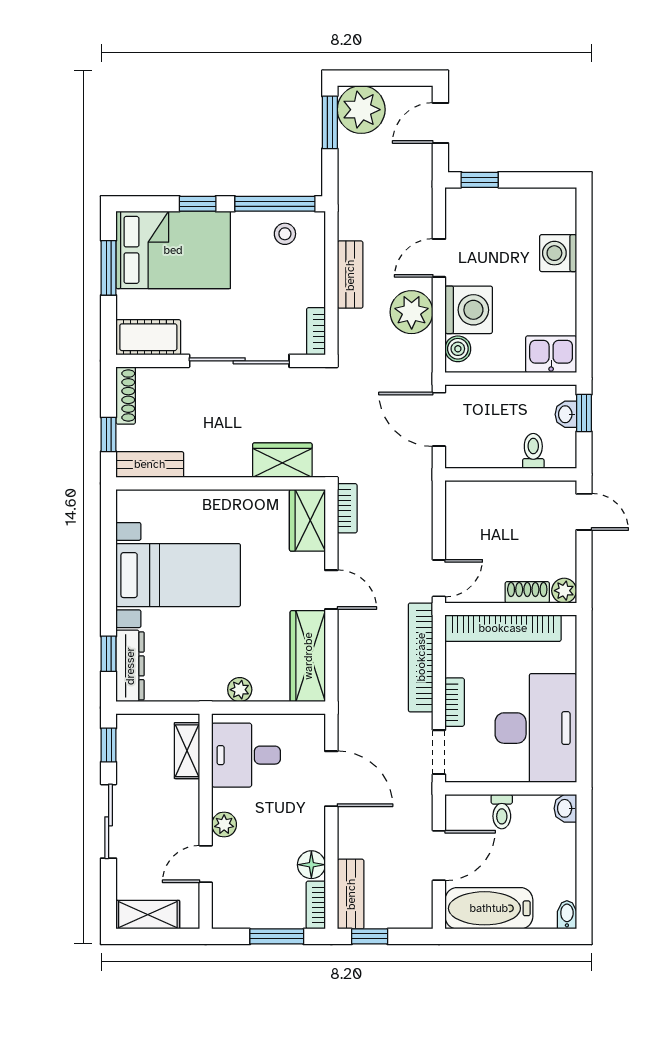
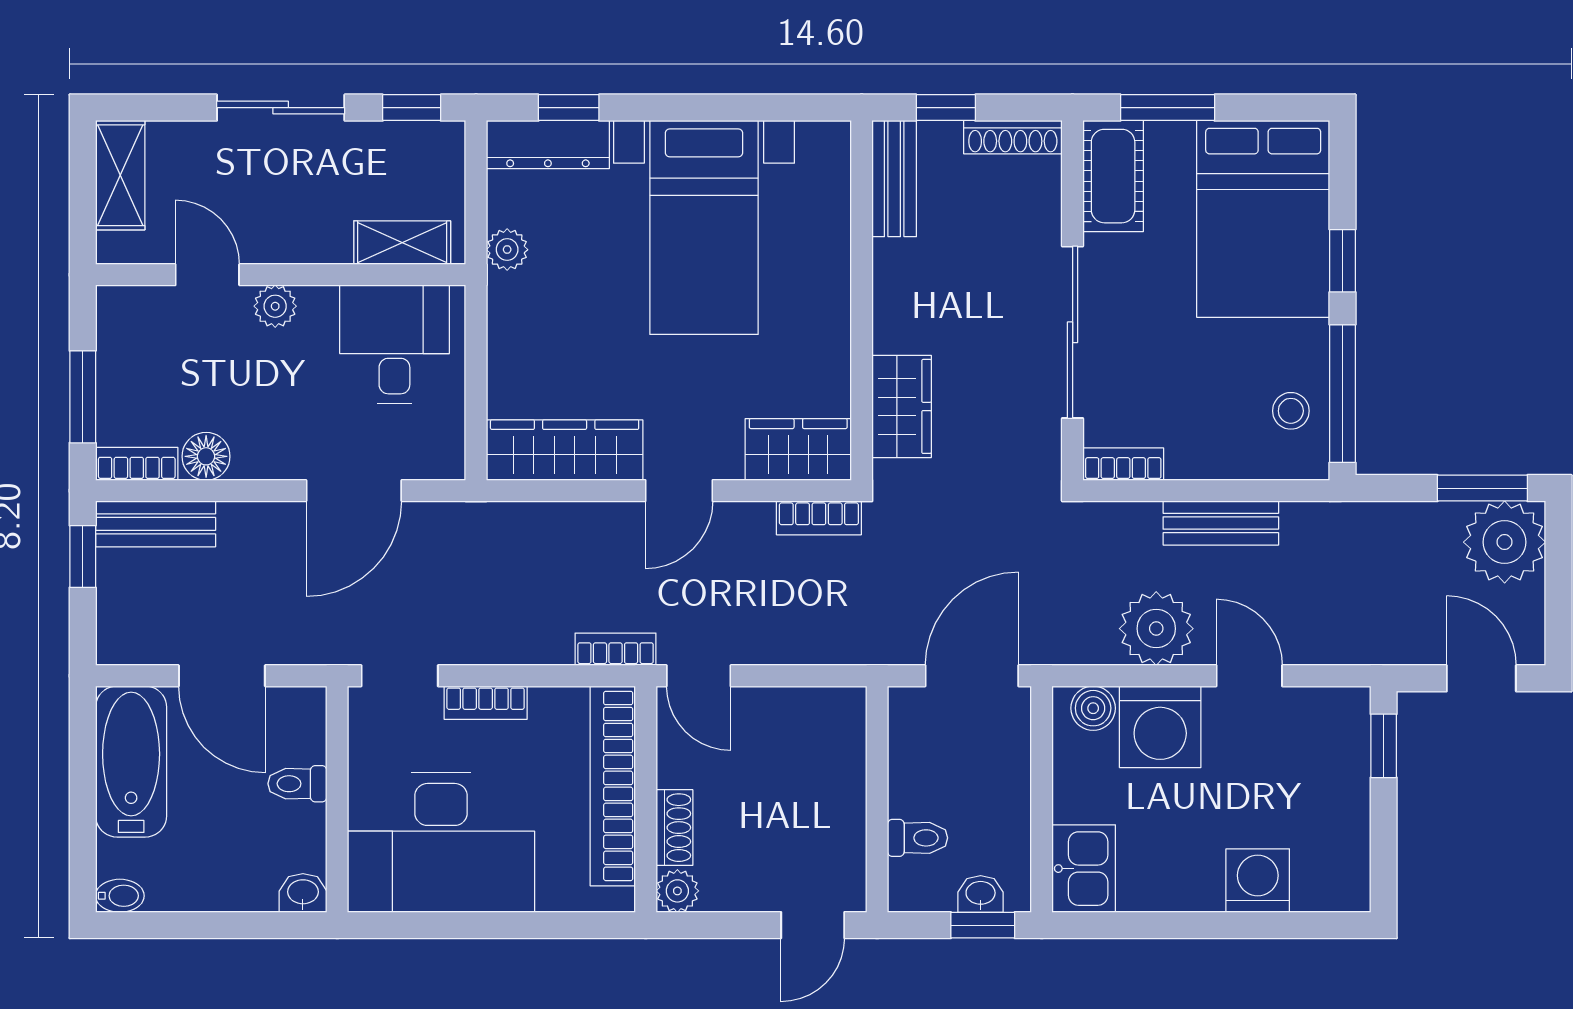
window: (109, 268) -> (1168, 108), moved
bookcase: (421, 657) -> (616, 649), width x0.43, depth x0.76
plant: (240, 690) -> (507, 250), moved

